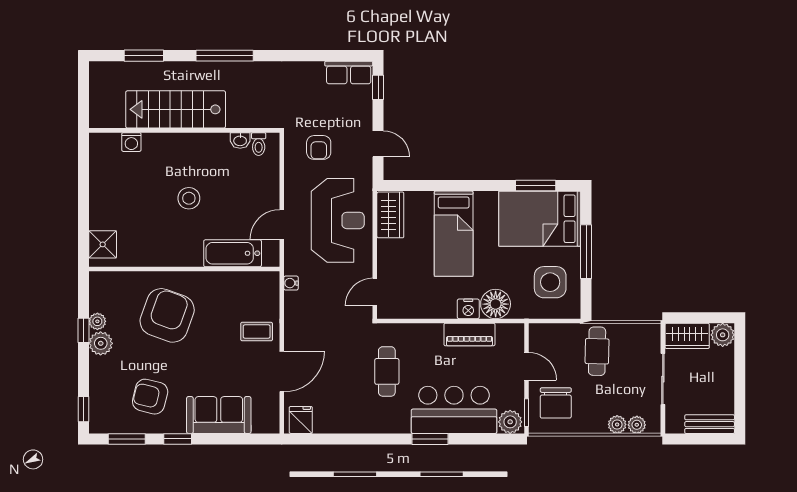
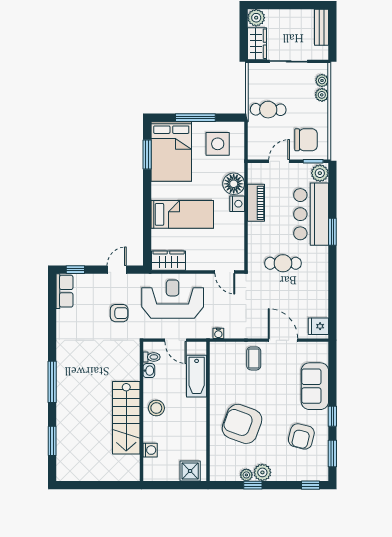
stairs: (176, 109) -> (126, 418), moved
wall: (184, 130) -> (142, 411), moved
washbasin: (240, 140) -> (149, 371), moved
washing machine: (131, 142) -> (150, 450), moved
toilet: (259, 144) -> (152, 357), moved

